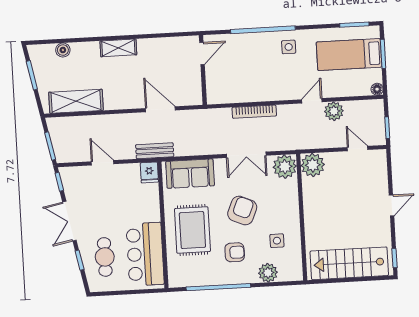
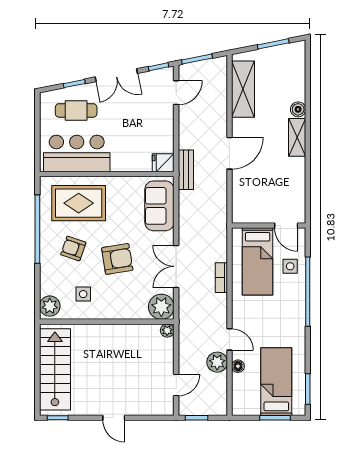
side table: (289, 47) -> (290, 266), moved
boiler: (63, 50) -> (298, 109), moved
bed: (237, 78) -> (258, 261), added
floor lamp: (377, 89) -> (238, 366), moved
door: (160, 109) -> (229, 153), moved
bookcase: (254, 112) -> (221, 278), width x0.64
door: (102, 163) -> (176, 93), moved
plant: (313, 165) -> (167, 331), width x0.53, depth x0.53
armchair: (242, 211) -> (117, 259), turned -32
double door: (69, 221) -> (116, 75), swing flipped
rug: (192, 230) -> (79, 203), moved
armchair: (235, 252) -> (73, 248), turned 109
plant: (268, 273) -> (50, 306), moved

